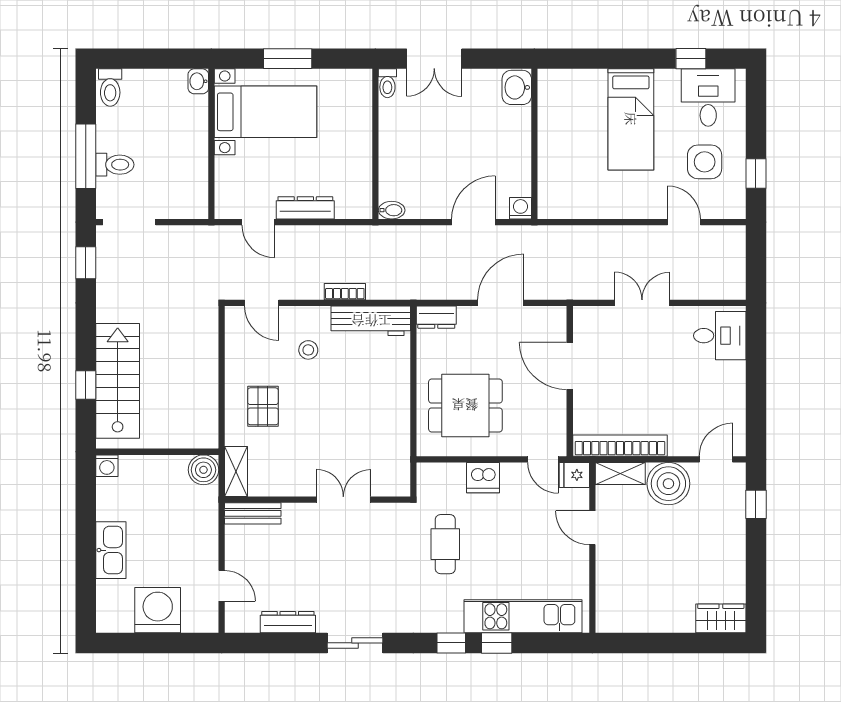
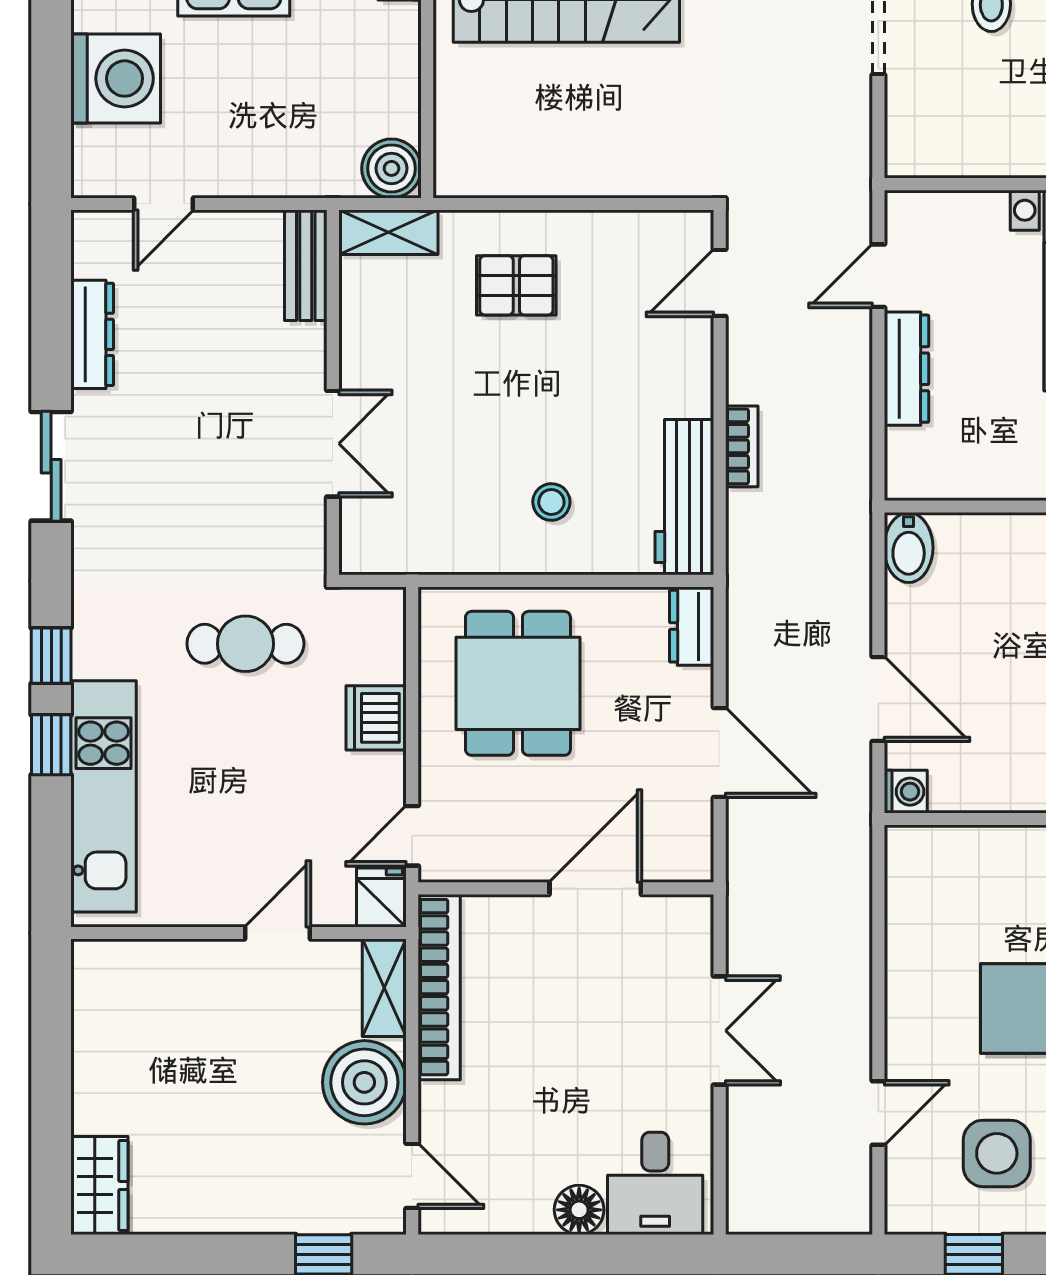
bidet: (392, 210) -> (909, 548), width x1.38, depth x1.36
stool: (308, 350) -> (551, 502), moved
floor lamp: (733, 374) -> (579, 1210), added

